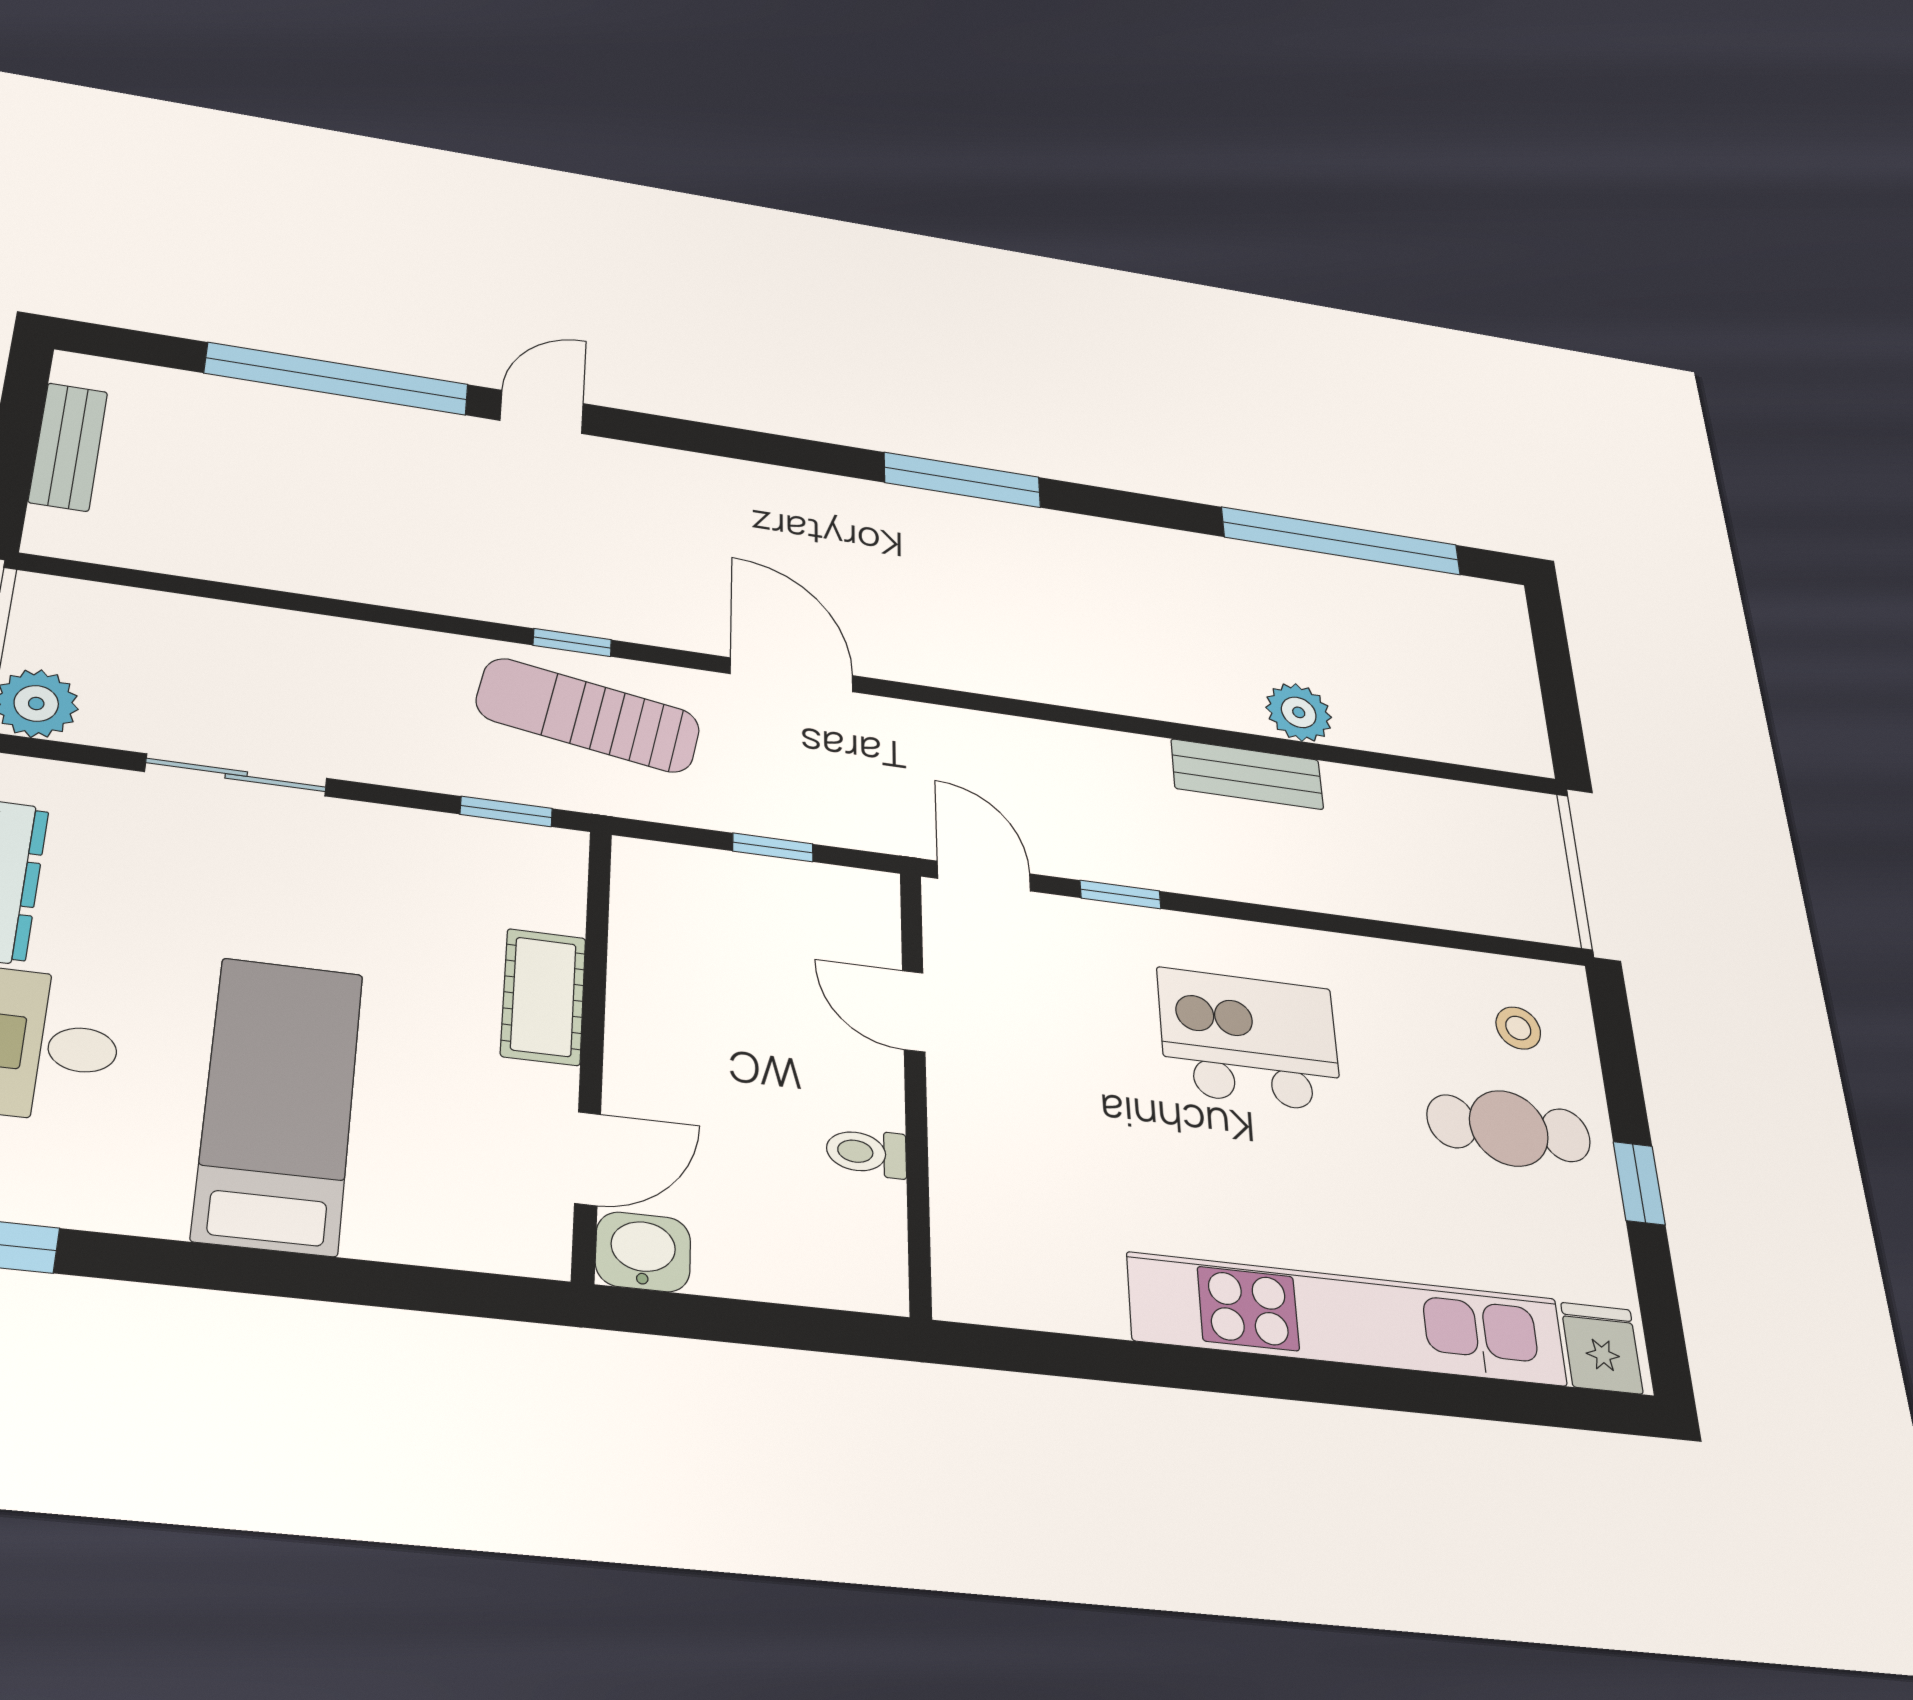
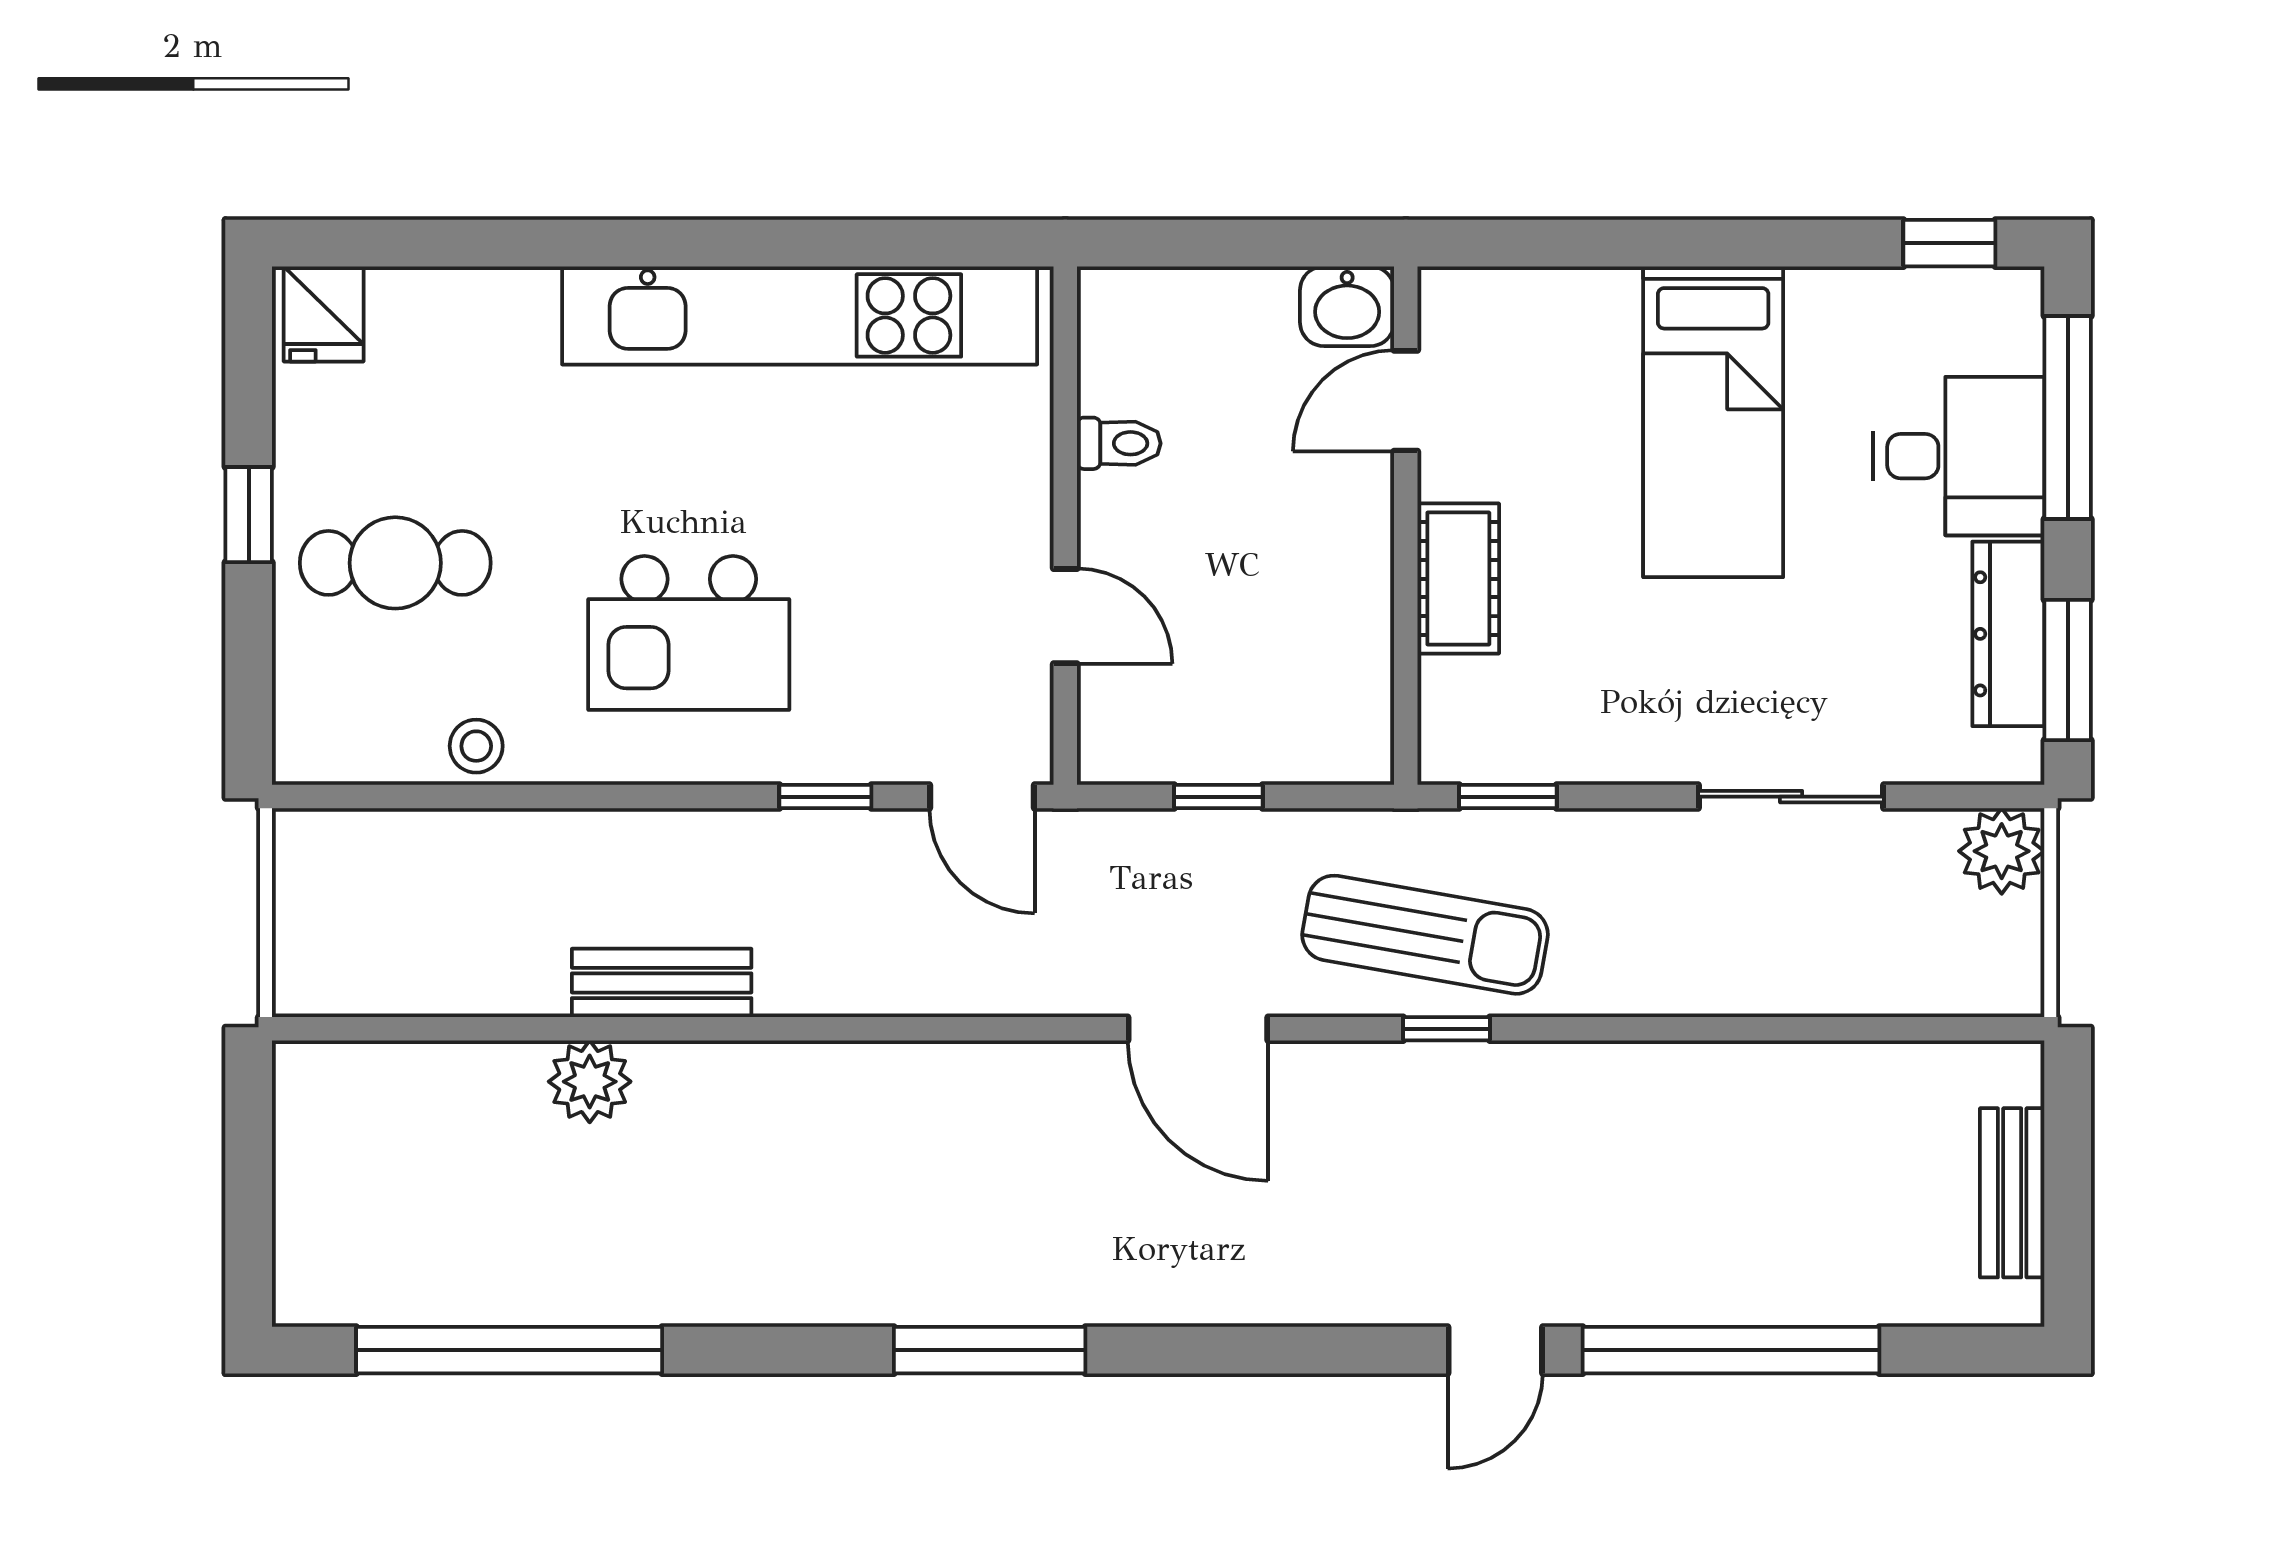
stool: (1518, 1028) -> (476, 746), moved
kitchen unit: (1348, 1319) -> (800, 315), moved

